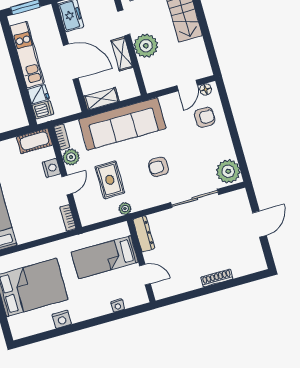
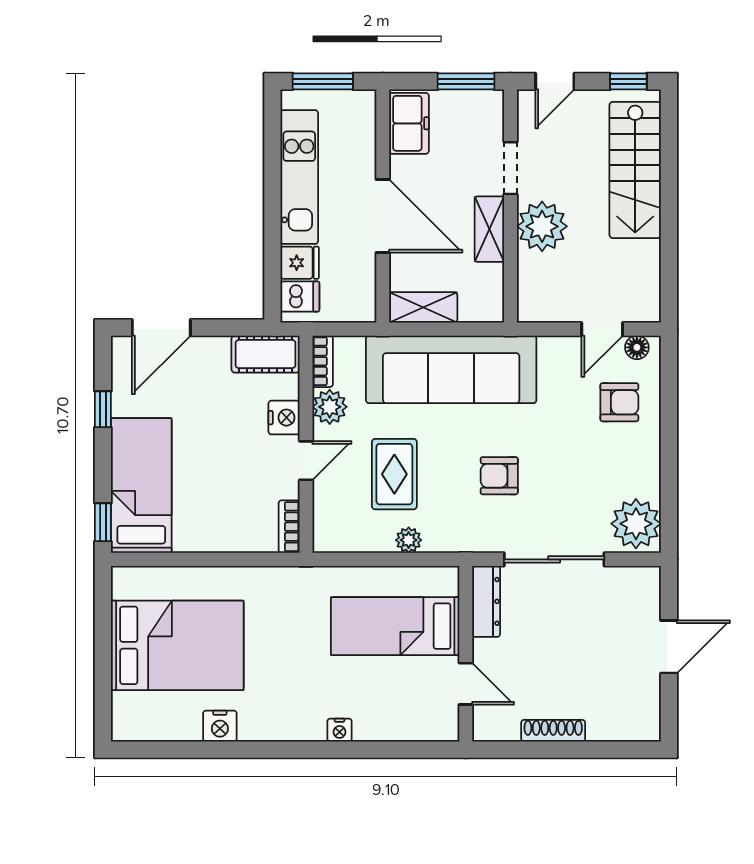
dresser: (144, 234) -> (486, 601), moved
bed: (105, 257) -> (395, 626), moved
wall: (141, 261) -> (466, 654), moved
door: (145, 275) -> (466, 684), moved

